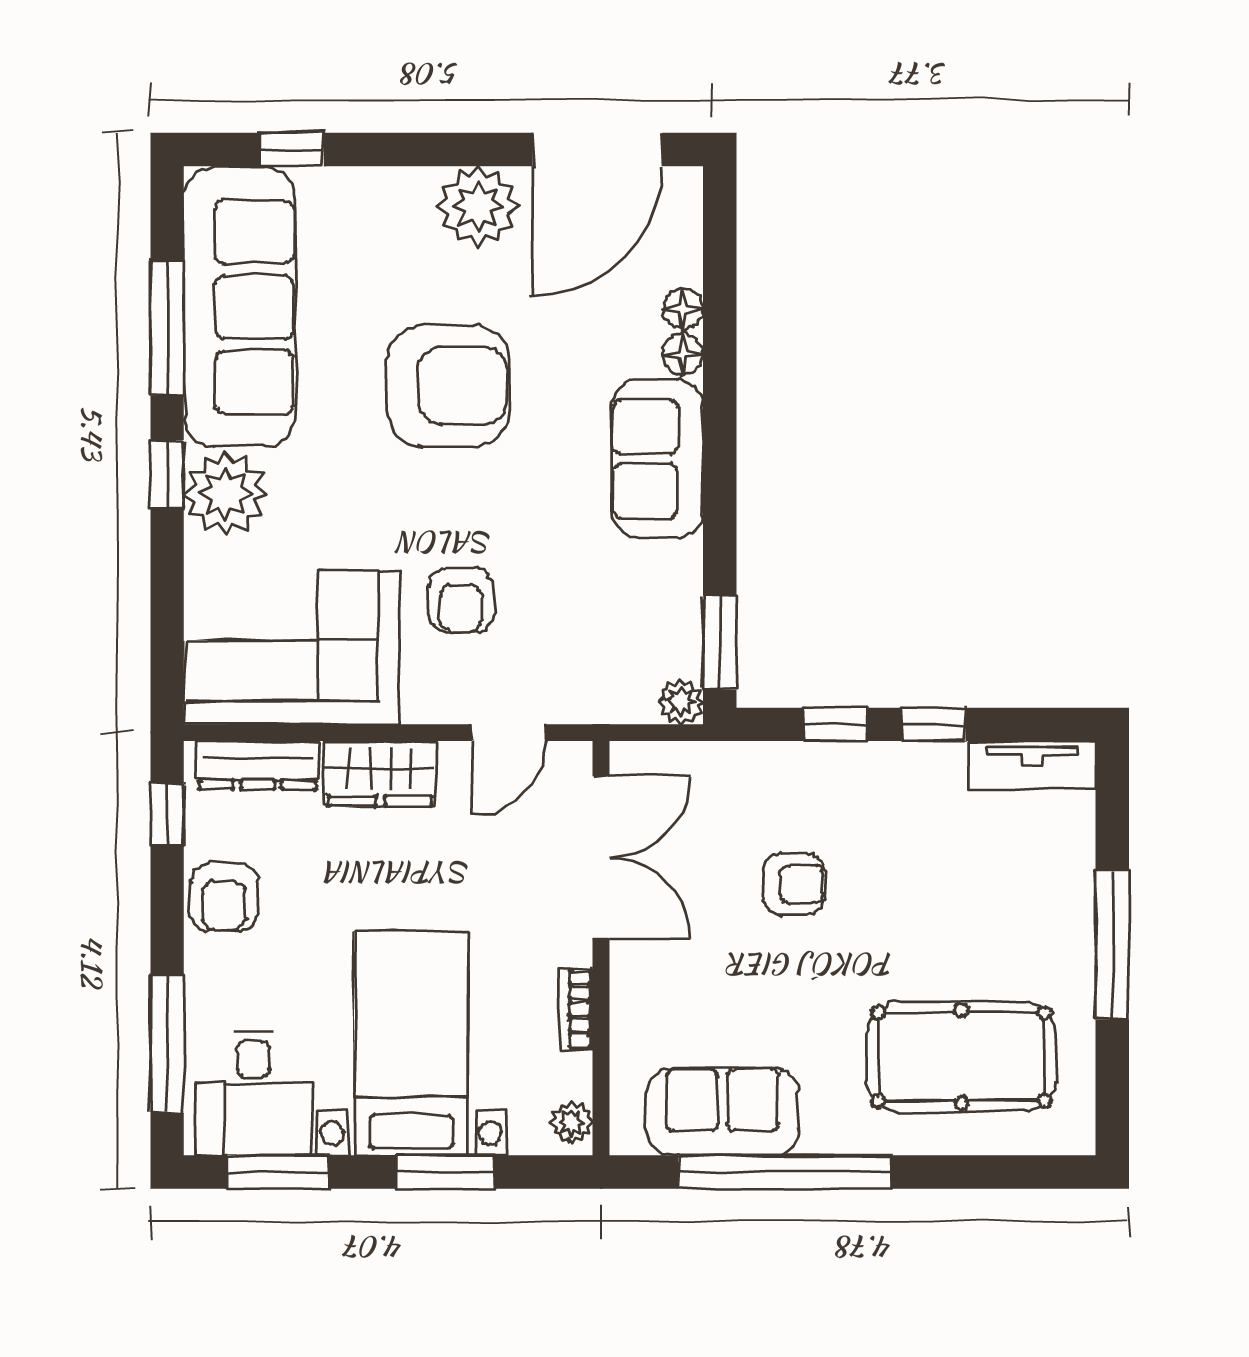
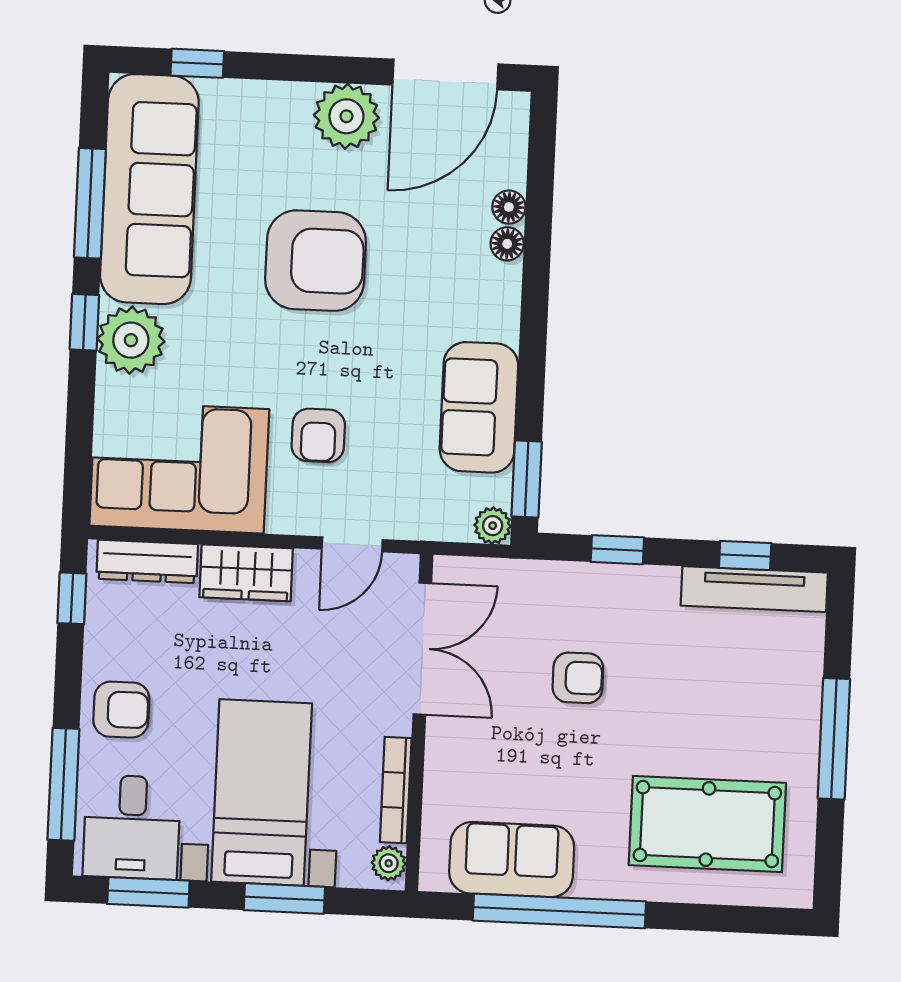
sofa: (657, 459) -> (479, 407), moved
window: (934, 724) -> (745, 555), moved
tv unit: (1032, 765) -> (754, 589), width x1.41
armchair: (224, 897) -> (121, 710), moved, turned -90
bookcase: (576, 1009) -> (396, 790), width x1.56

